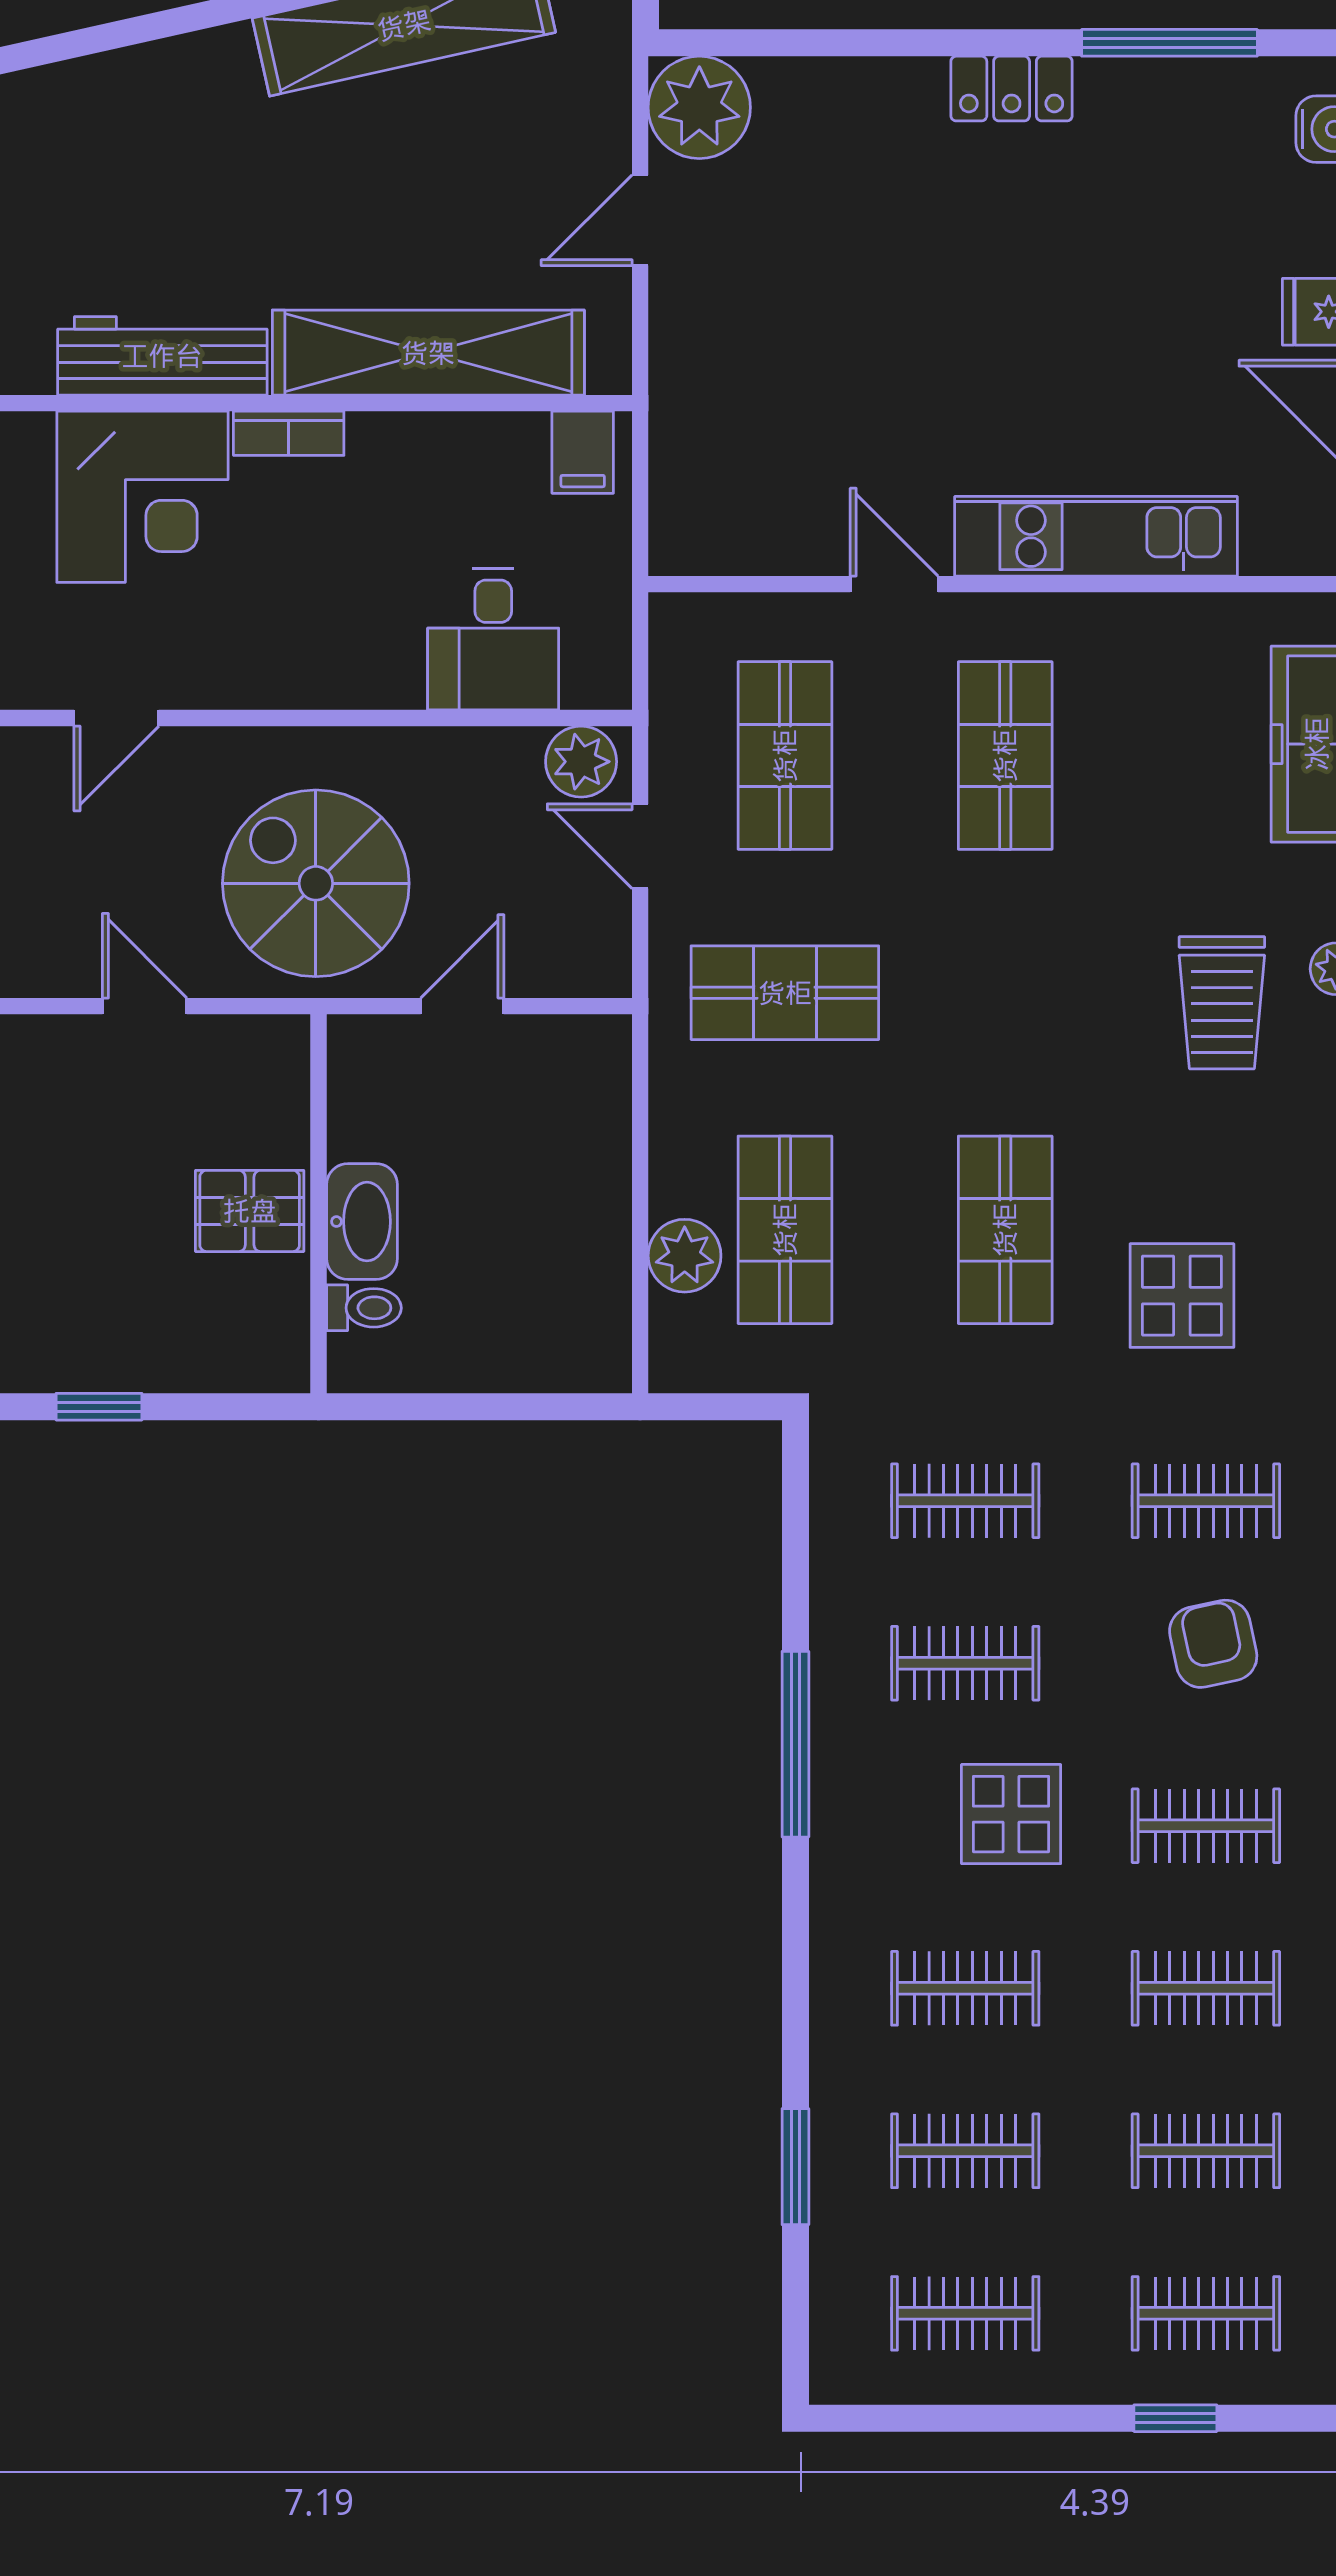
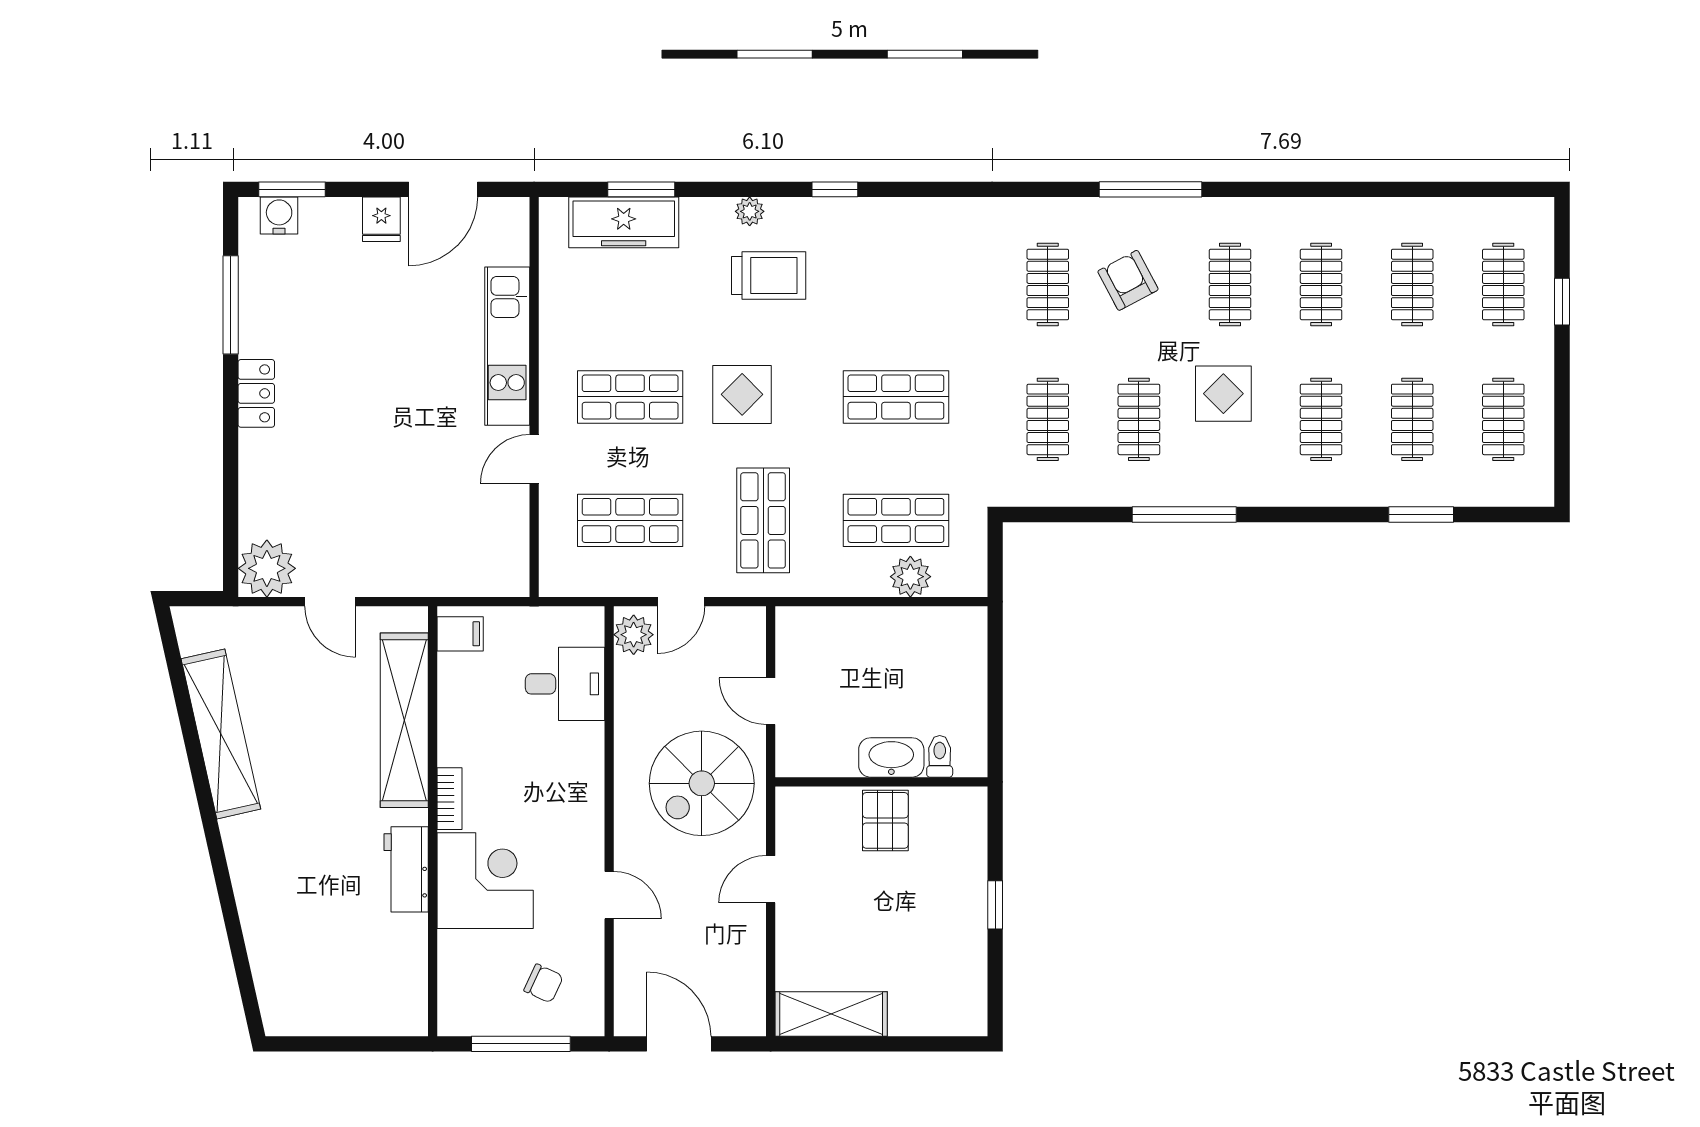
workbench: (162, 356) -> (406, 869), width x0.73
display table: (1182, 1296) -> (742, 394), moved
armchair: (1213, 1644) -> (1128, 280), turned 74

